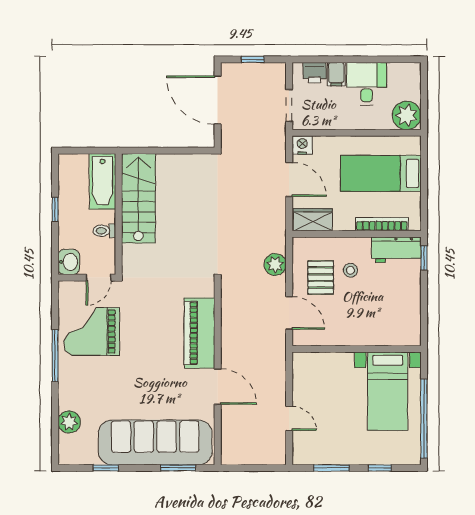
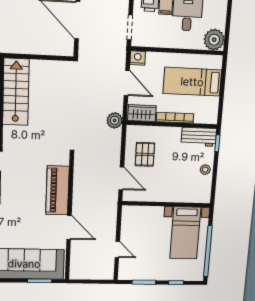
bookcase: (382, 224) -> (175, 118), moved
plant: (275, 265) -> (115, 120), moved
stool: (350, 270) -> (205, 170), moved

